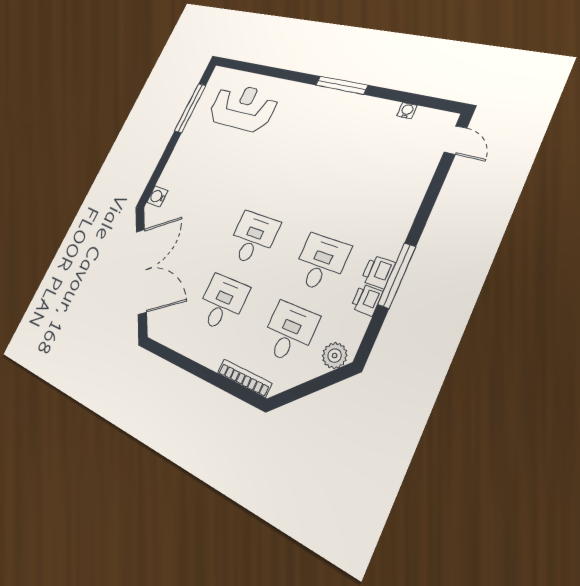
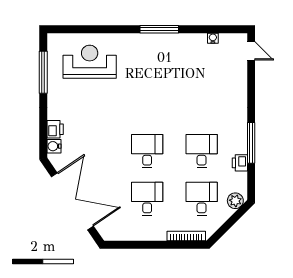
printer: (378, 272) -> (55, 129), moved, turned 180

